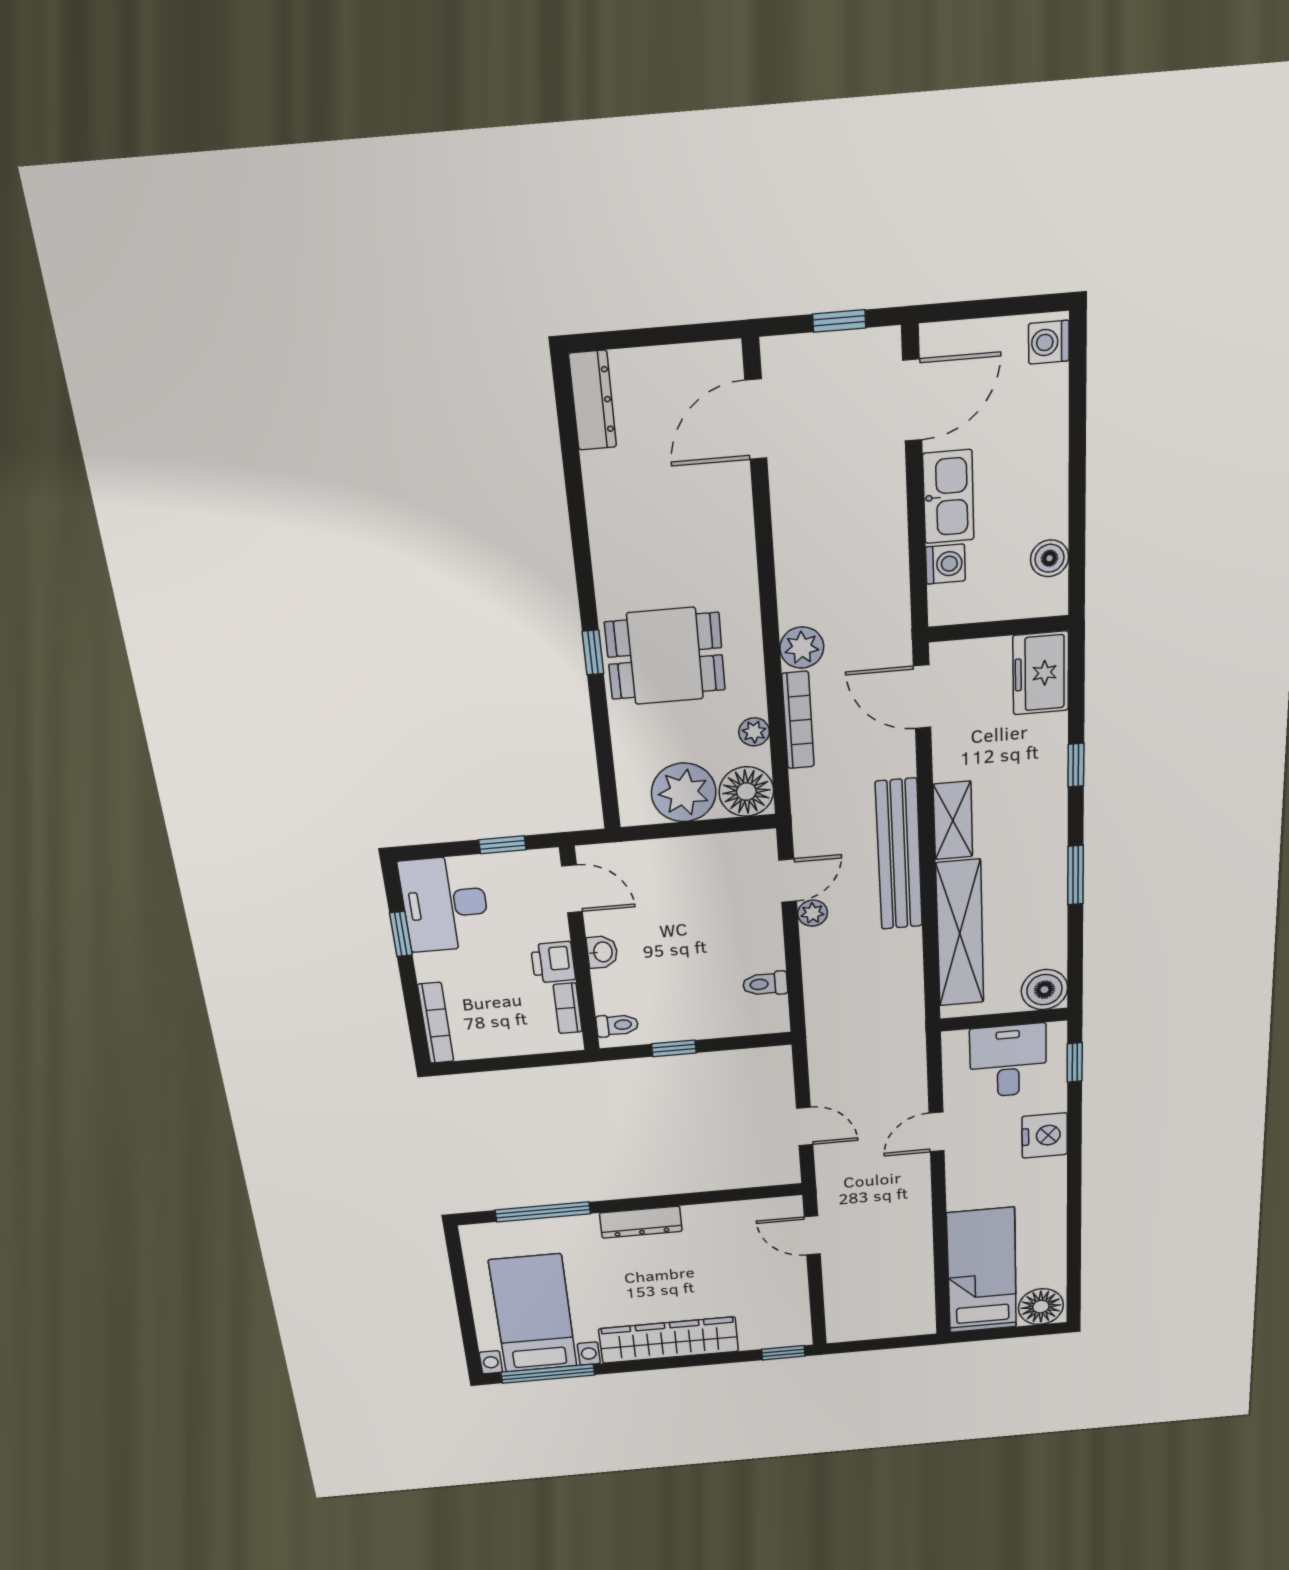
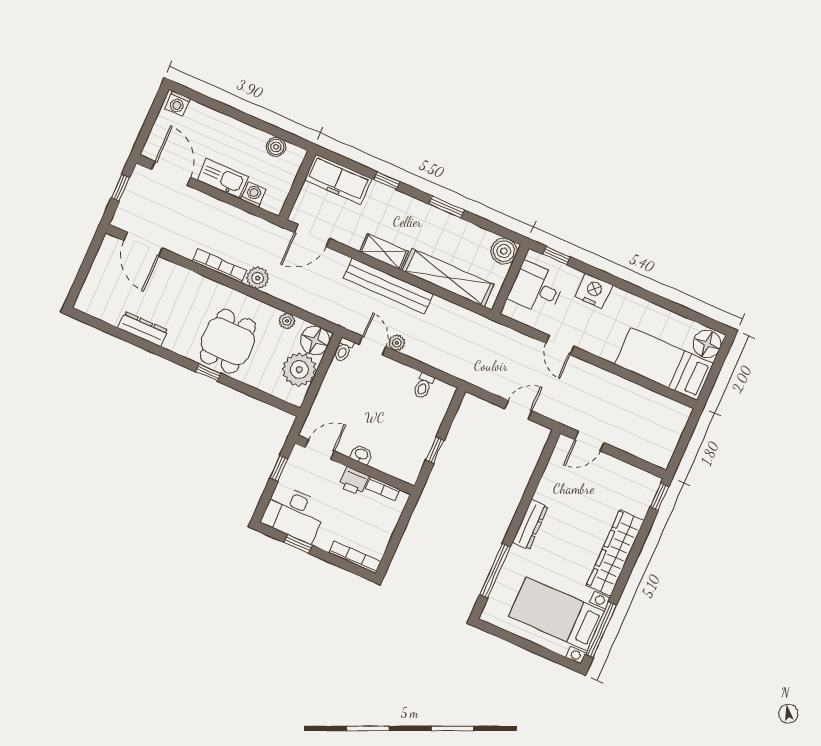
dresser: (593, 400) -> (143, 329), moved
freezer: (1041, 673) -> (338, 179), width x1.40
bookcase: (798, 720) -> (220, 266), moved
toilet: (617, 1025) -> (343, 350), moved, turned 180

